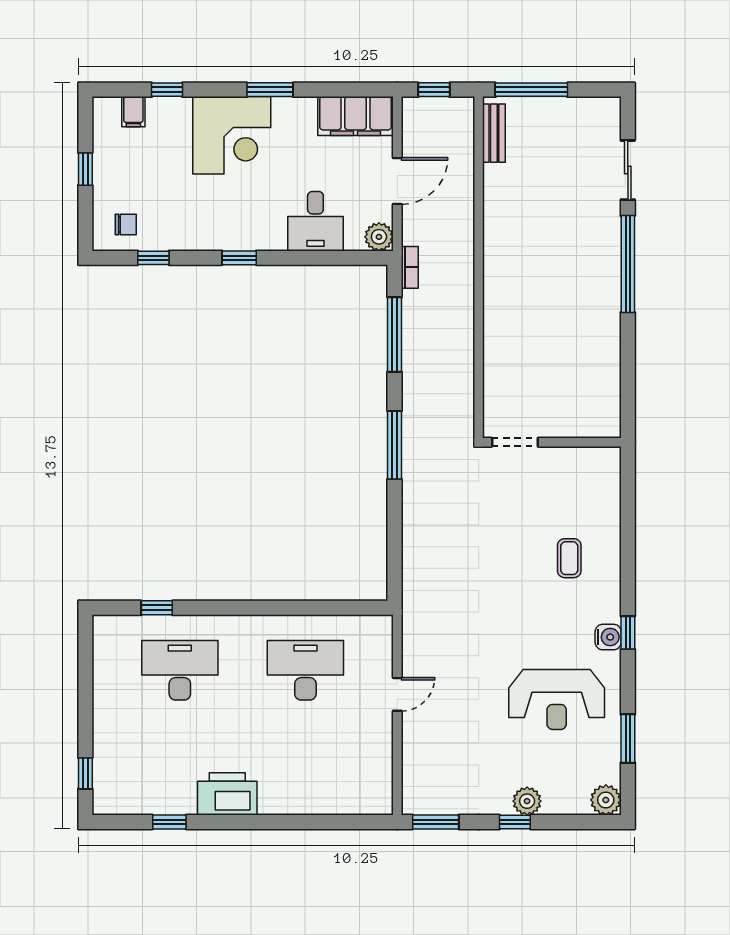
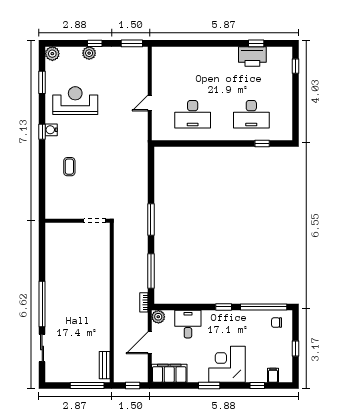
window: (153, 258) -> (264, 307), width x3.17
printer: (227, 794) -> (252, 56), moved

